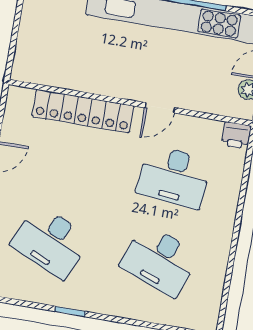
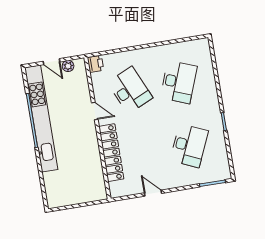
desk: (174, 177) -> (130, 90), turned -30

